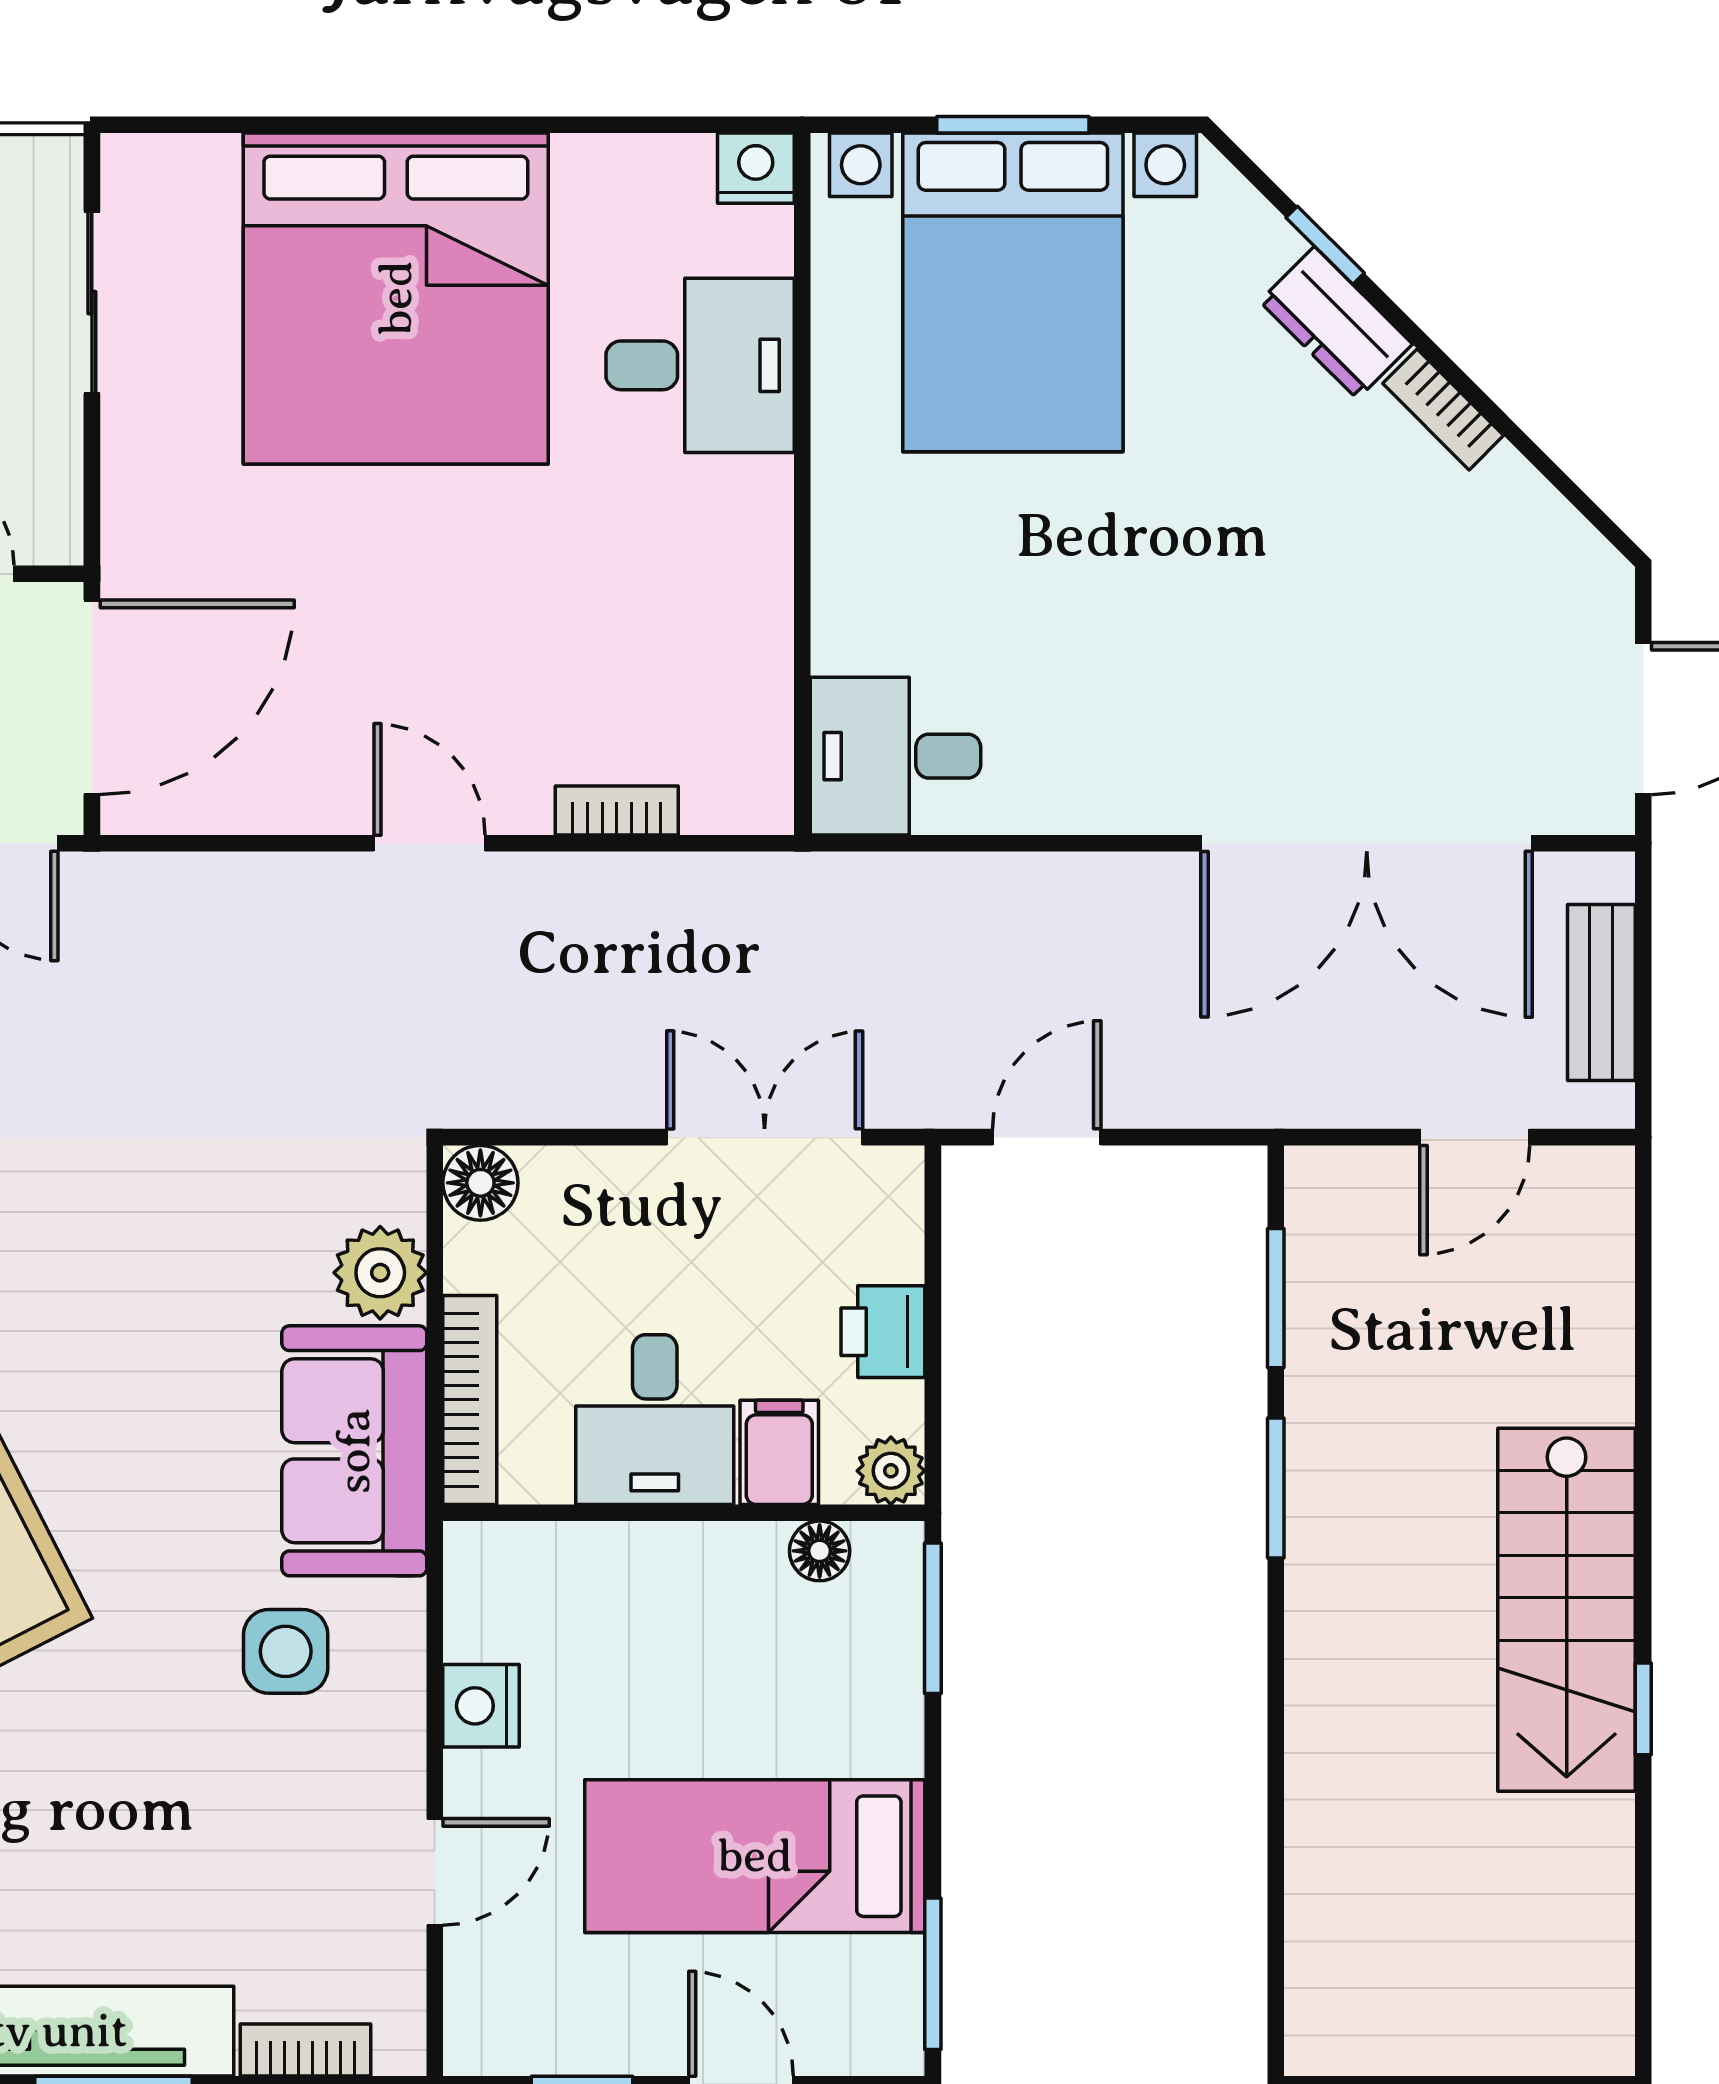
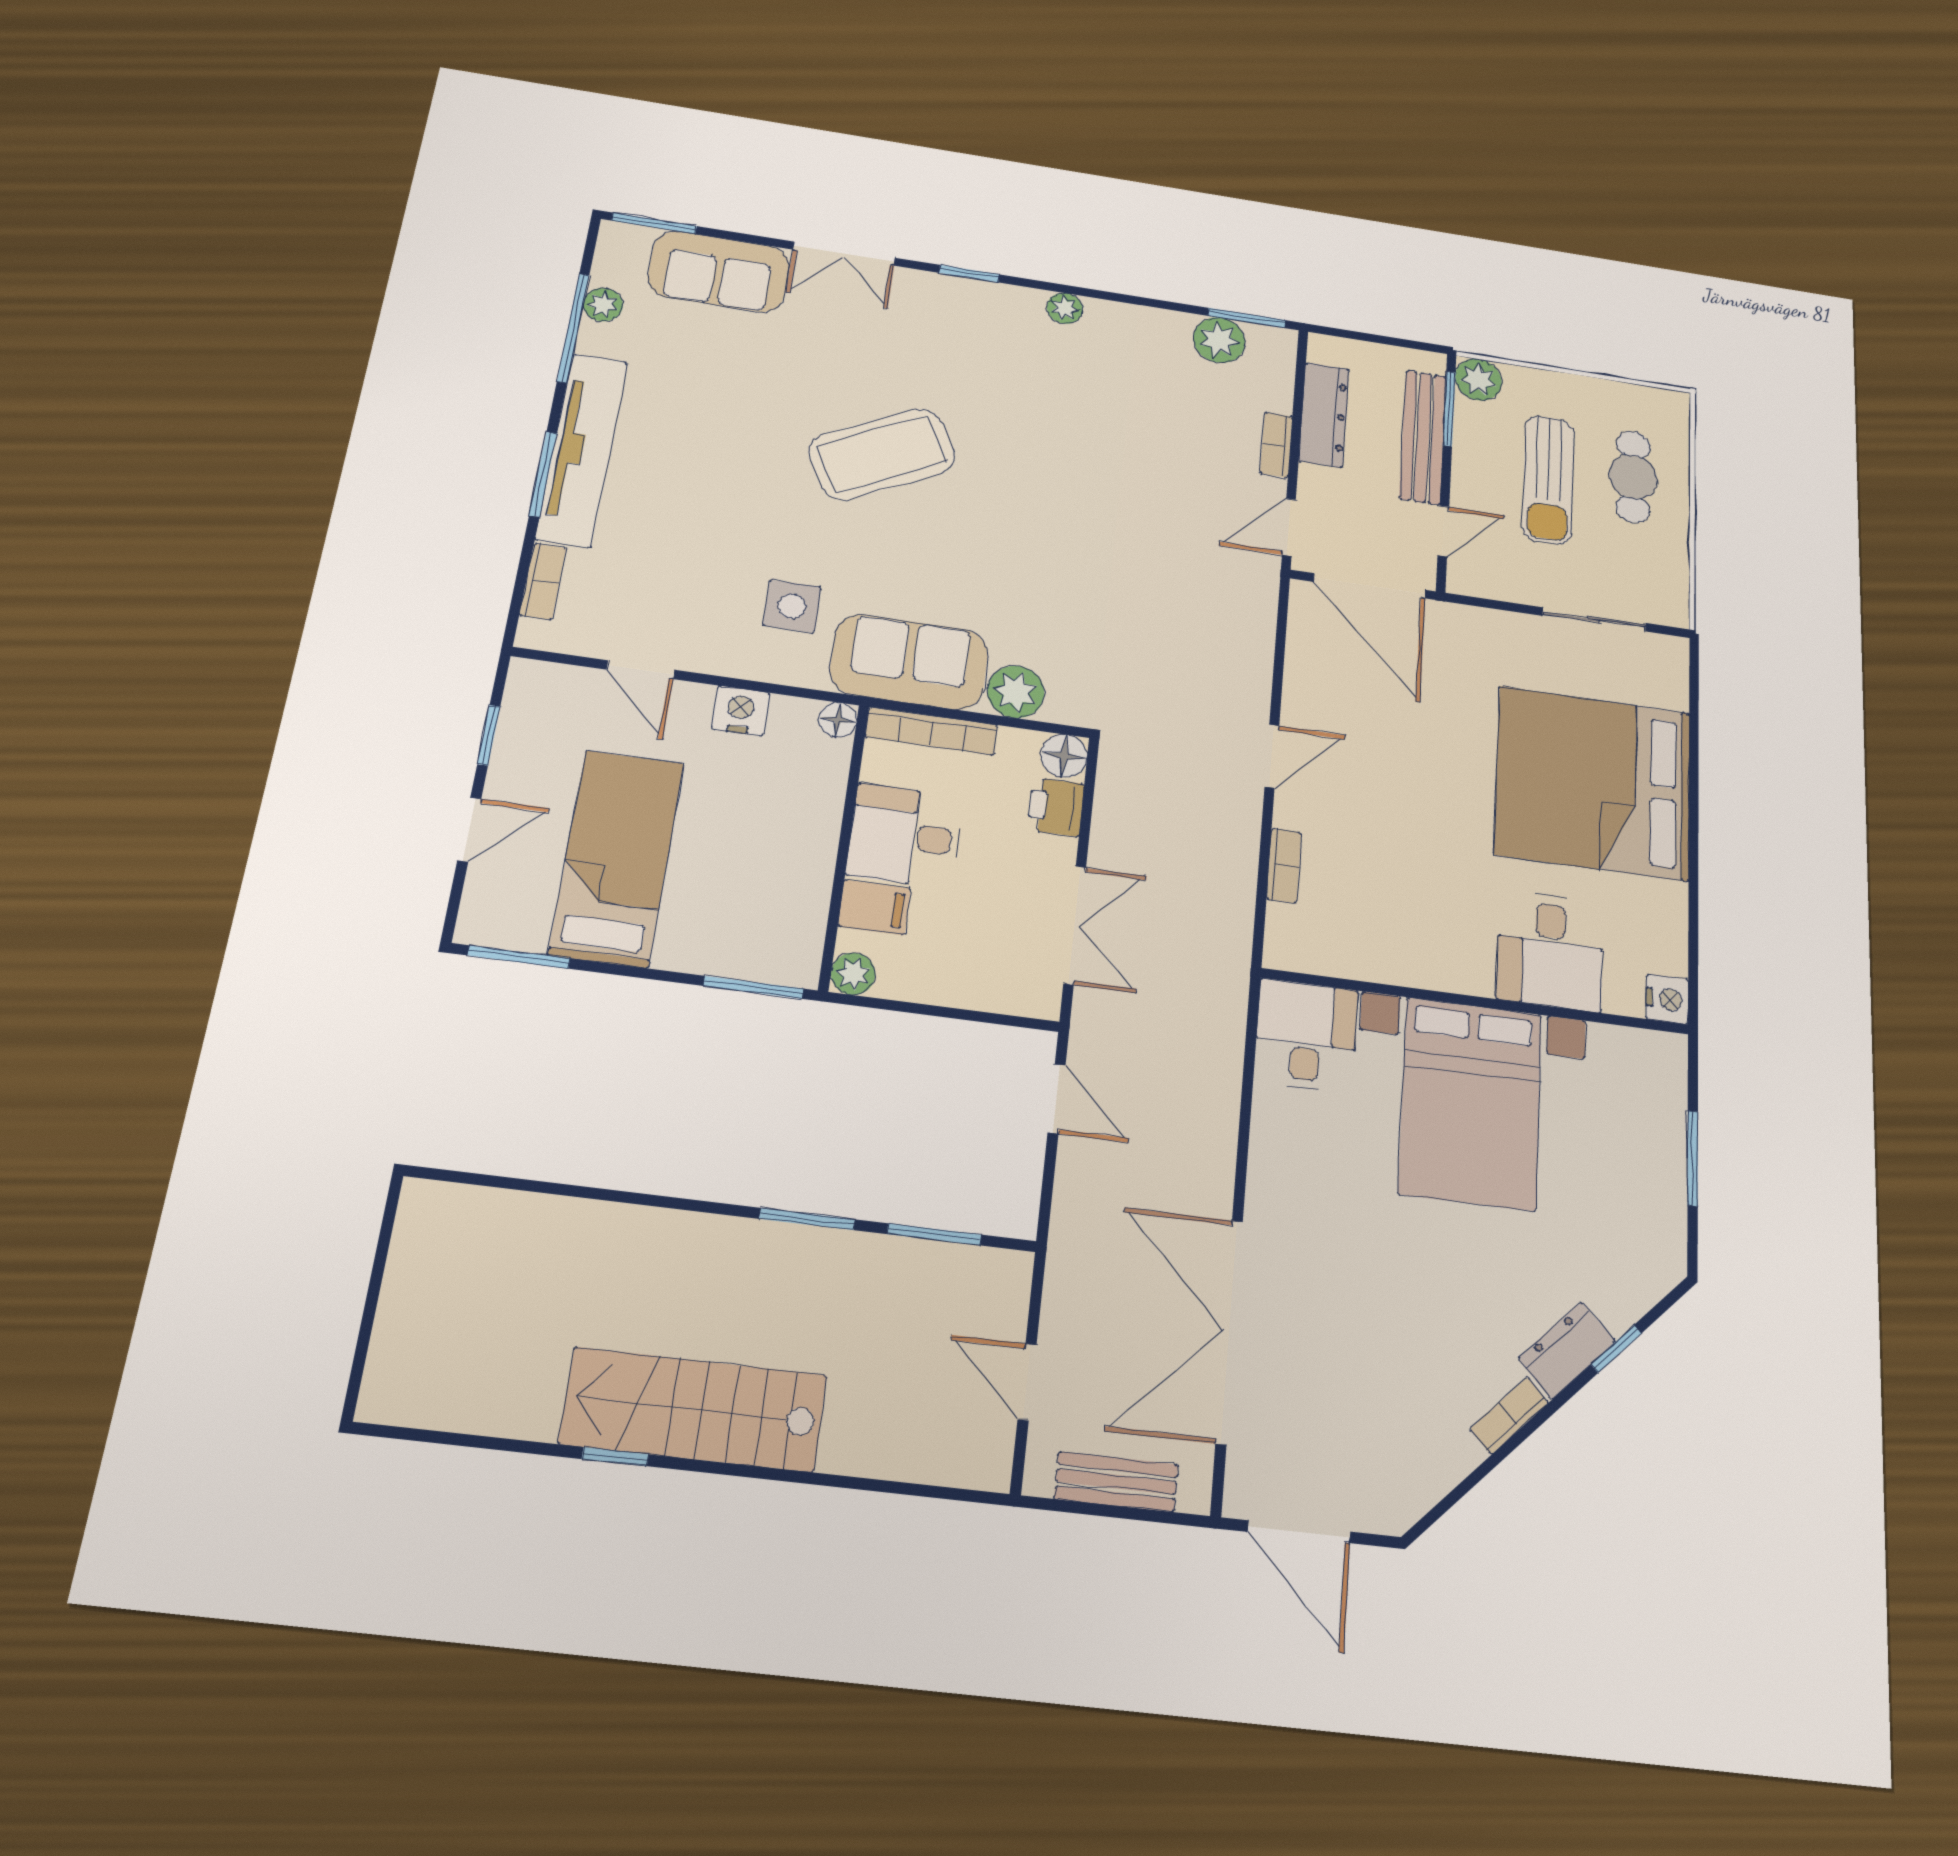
bed with nightstands: (1013, 292) -> (1471, 1103), moved, turned -90
printer: (883, 1332) -> (1056, 807), moved, turned -90
floor lamp: (820, 1551) -> (838, 720), moved

